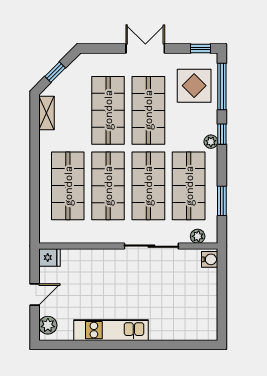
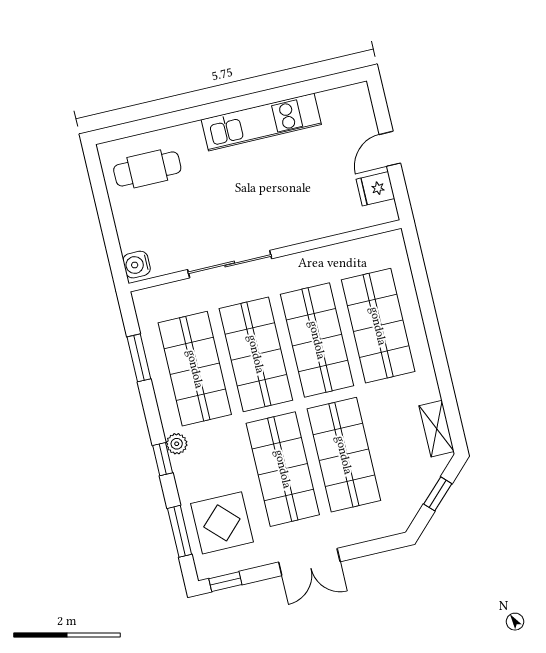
window: (222, 87) -> (180, 531), width x0.69
plant: (198, 236) -> (163, 295), removed
fridge: (49, 258) -> (375, 189), moved
cafe table: (189, 318) -> (147, 169), added
plant: (48, 325) -> (359, 107), removed

